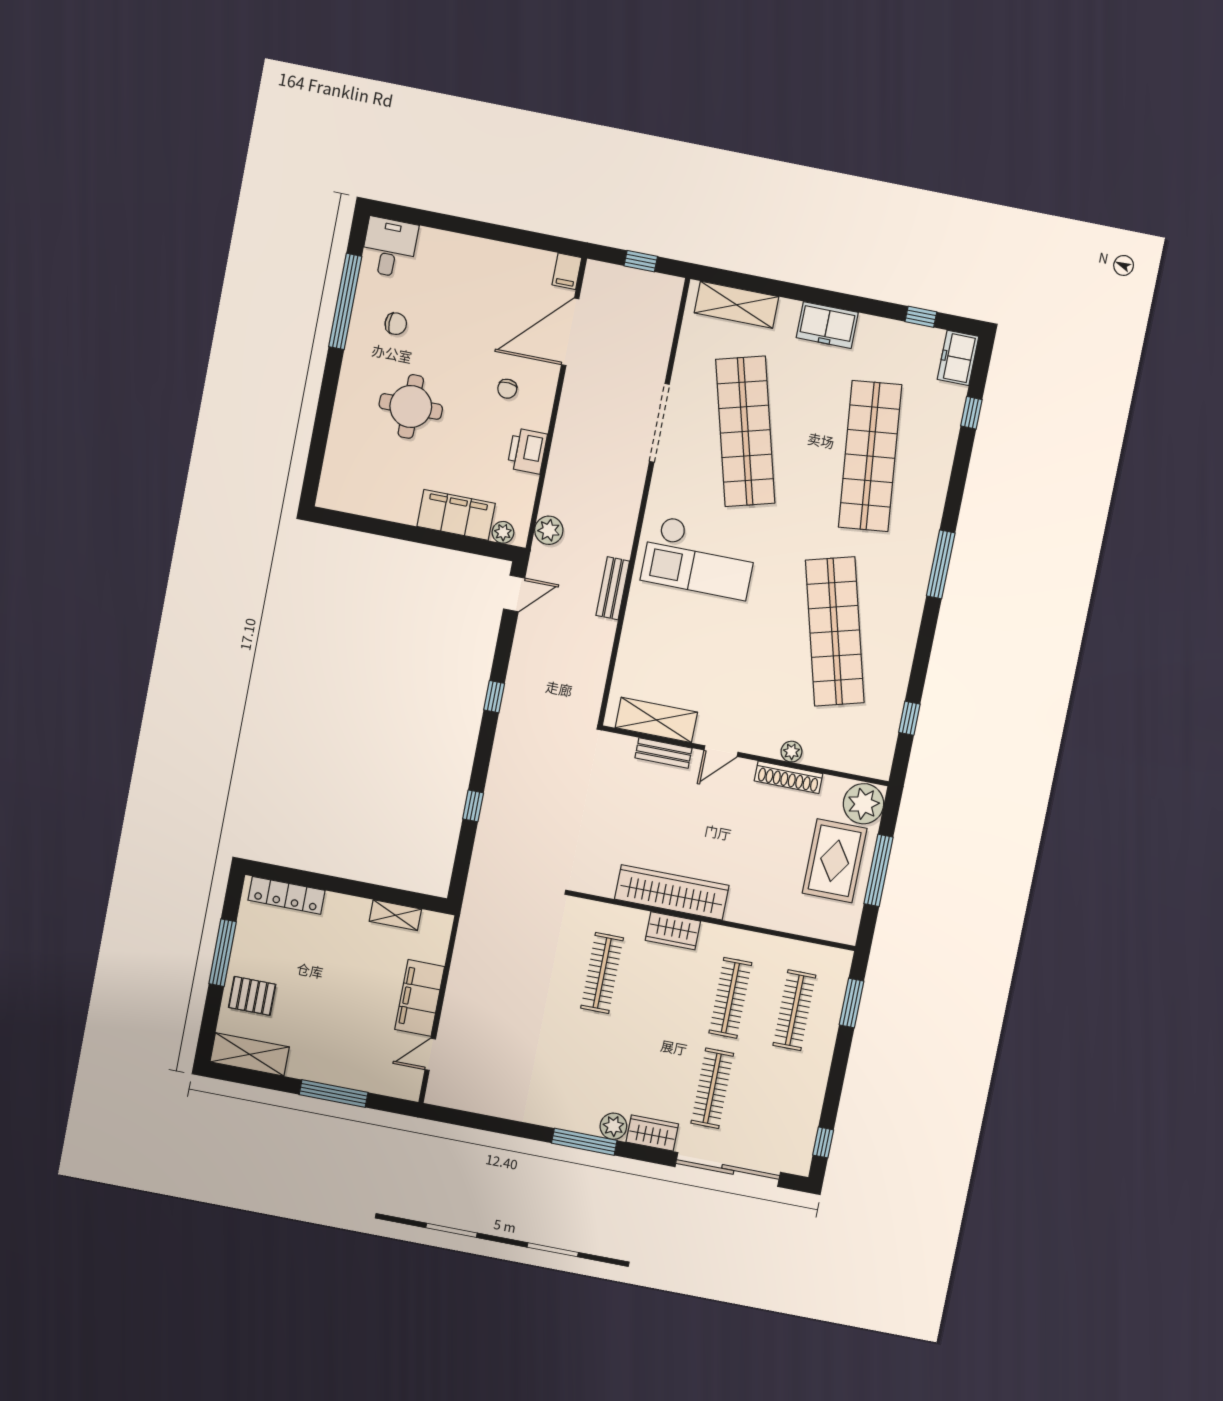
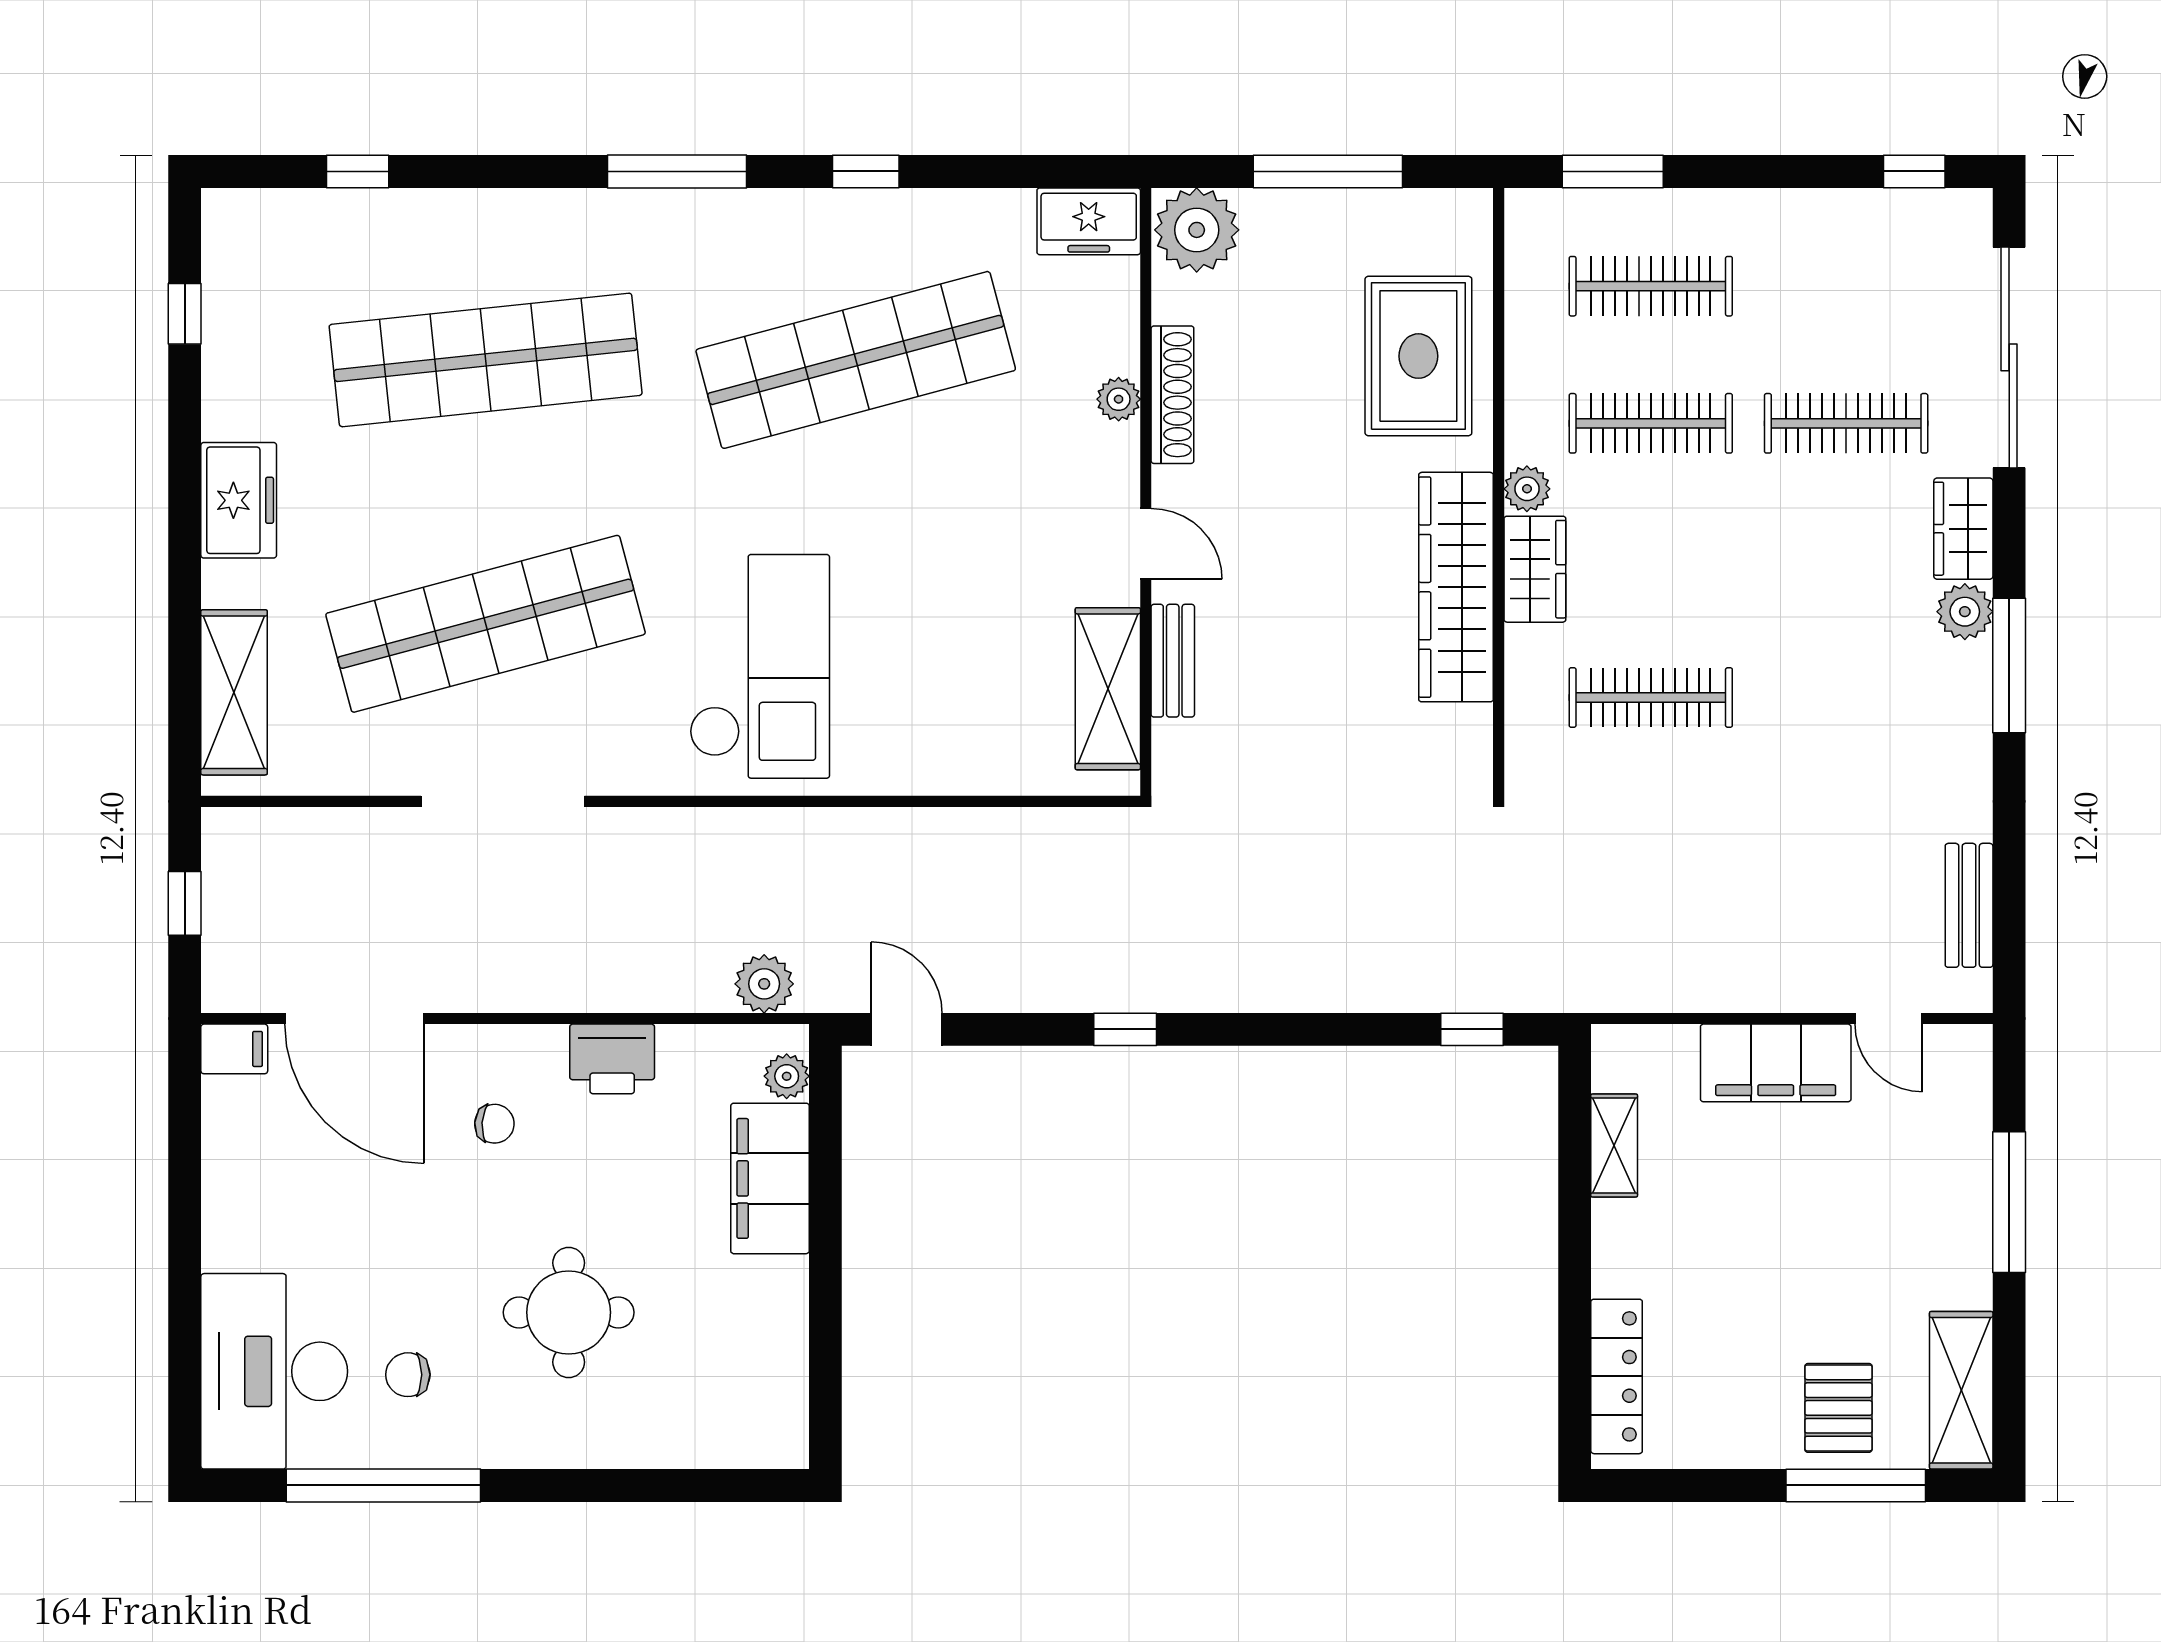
desk: (389, 247) -> (274, 1371), width x1.87, depth x1.30
chair: (396, 324) -> (408, 1375), turned -90
freezer: (958, 358) -> (1089, 221), moved
bench: (613, 588) -> (1969, 905), moved, turned 90
window: (909, 718) -> (866, 171), moved
window: (473, 806) -> (1472, 1029), moved
rug: (835, 861) -> (1418, 356), moved, turned 90
plant: (711, 934) -> (1527, 489), added
window: (223, 953) -> (1856, 1485), moved

